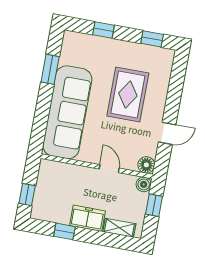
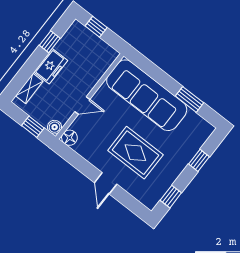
door: (167, 133) -> (106, 183), moved

